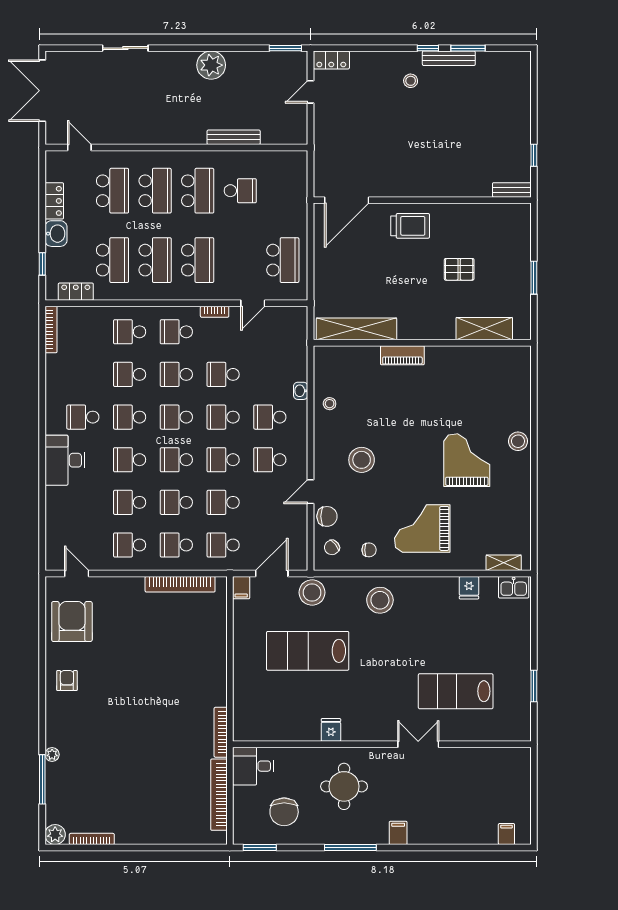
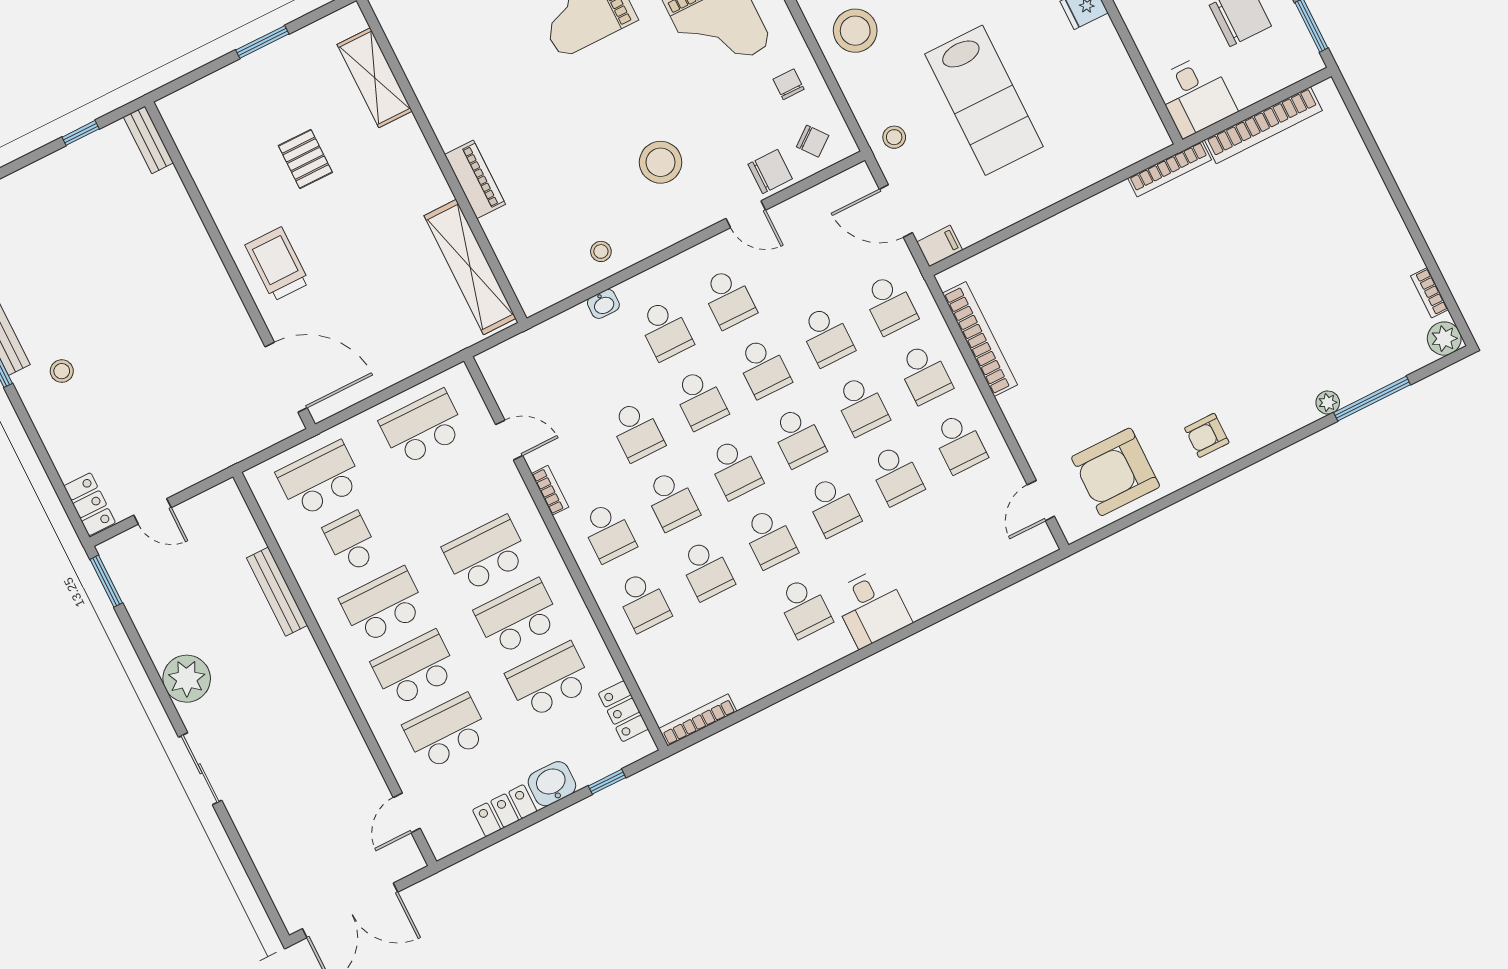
sliding door: (125, 48) -> (200, 769), moved
school desk: (283, 191) -> (320, 479), added
desk: (65, 460) -> (871, 607), width x0.73
chair: (327, 516) -> (770, 172), turned 90
stool: (312, 592) -> (894, 137), width x0.53, depth x0.53
bookcase: (92, 839) -> (1429, 293), width x0.64

